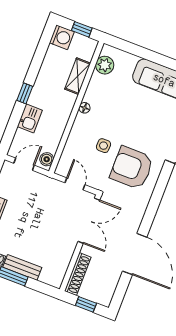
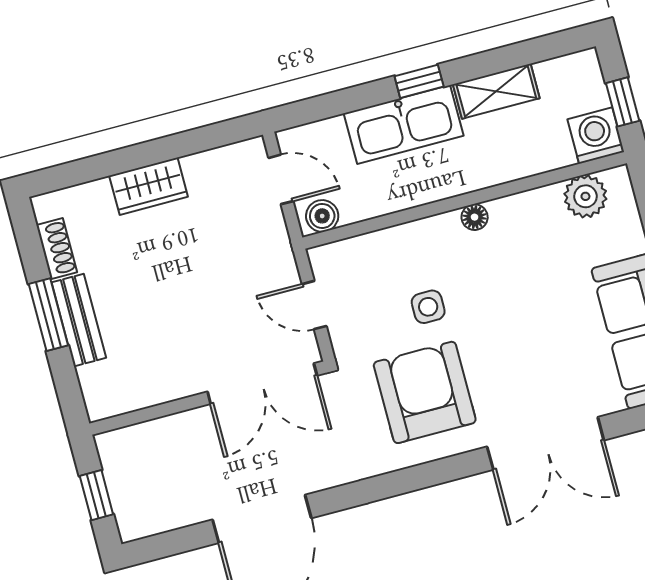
washing machine: (62, 37) -> (596, 136), moved, turned 180
shelving: (78, 76) -> (496, 91), moved
kitchen sink: (30, 118) -> (404, 124), width x1.87, depth x1.24
door: (75, 184) -> (314, 305), swing flipped
shoe rack: (78, 274) -> (144, 437), removed

